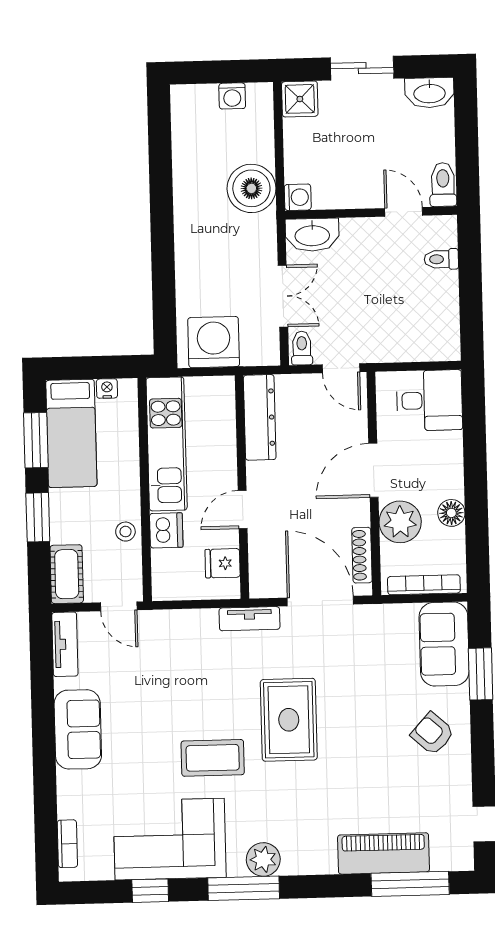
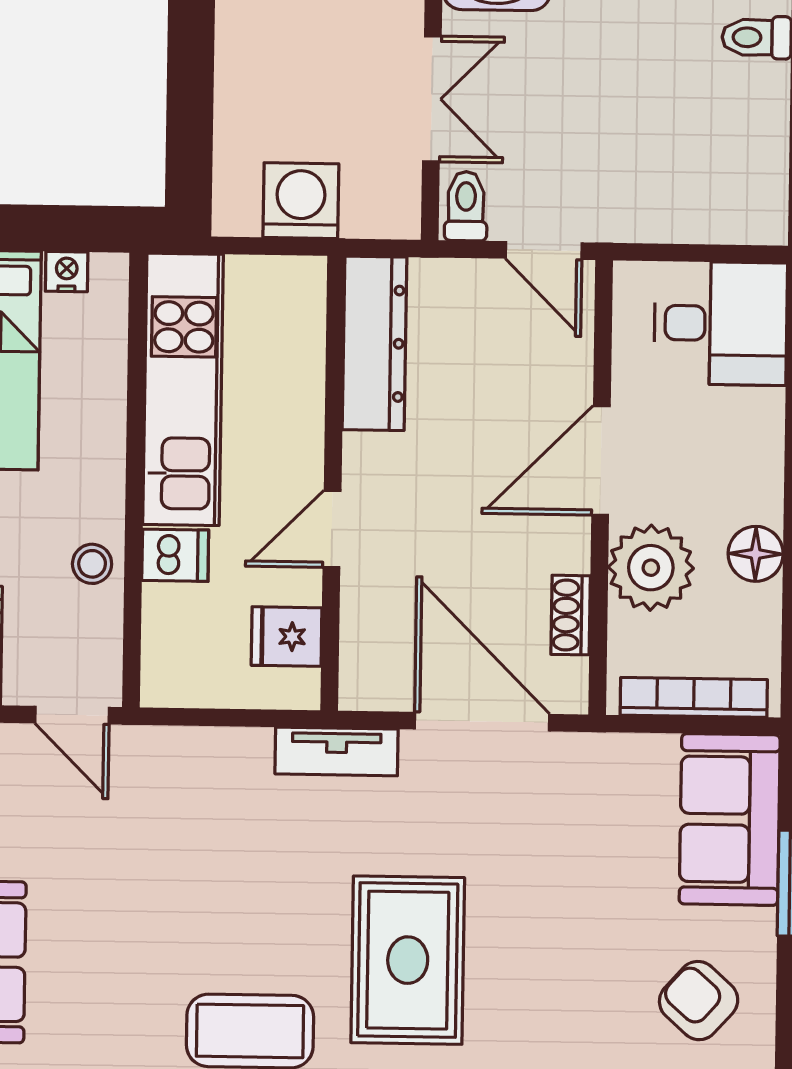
washing machine: (214, 342) -> (301, 201), width x0.73, depth x0.73
dishwasher: (166, 530) -> (175, 555), width x0.73
shoe rack: (362, 555) -> (571, 615), width x0.70

